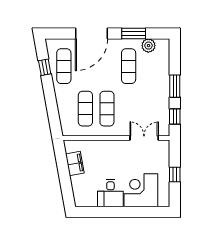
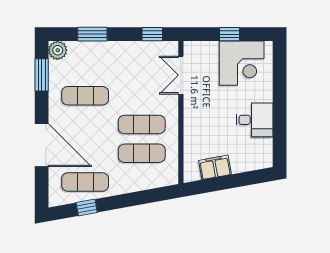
window: (134, 34) -> (42, 75), moved
plant: (148, 46) -> (58, 50), moved
window: (175, 86) -> (92, 34), moved
corner desk: (141, 190) -> (242, 63), moved, turned -90

